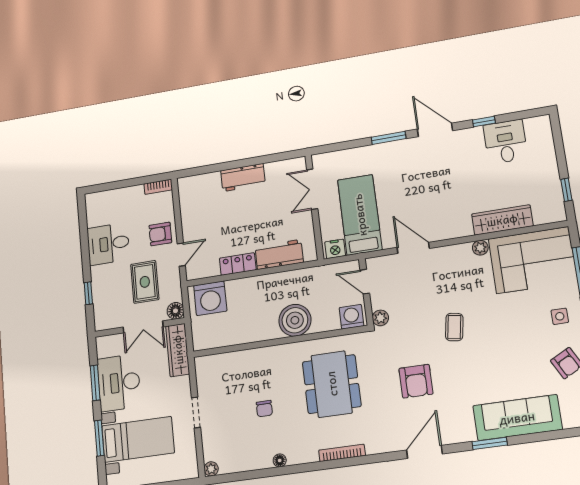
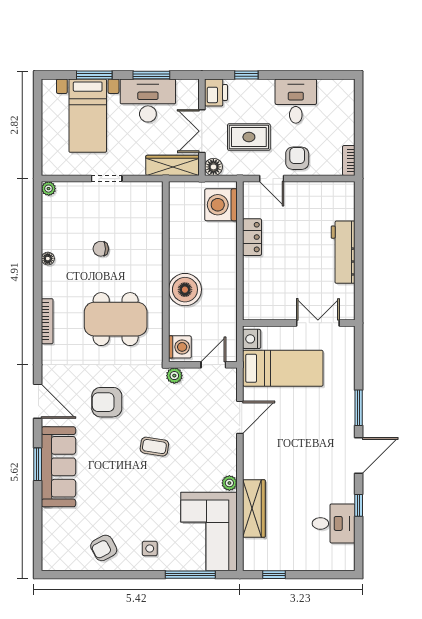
workbench: (243, 177) -> (343, 252), width x1.38
workbench: (279, 255) -> (255, 281), removed
printer: (106, 319) -> (216, 92), added
sofa: (517, 418) -> (58, 467), moved

